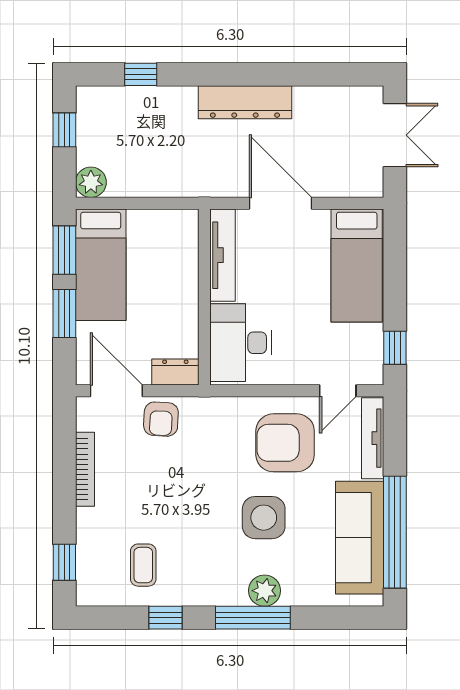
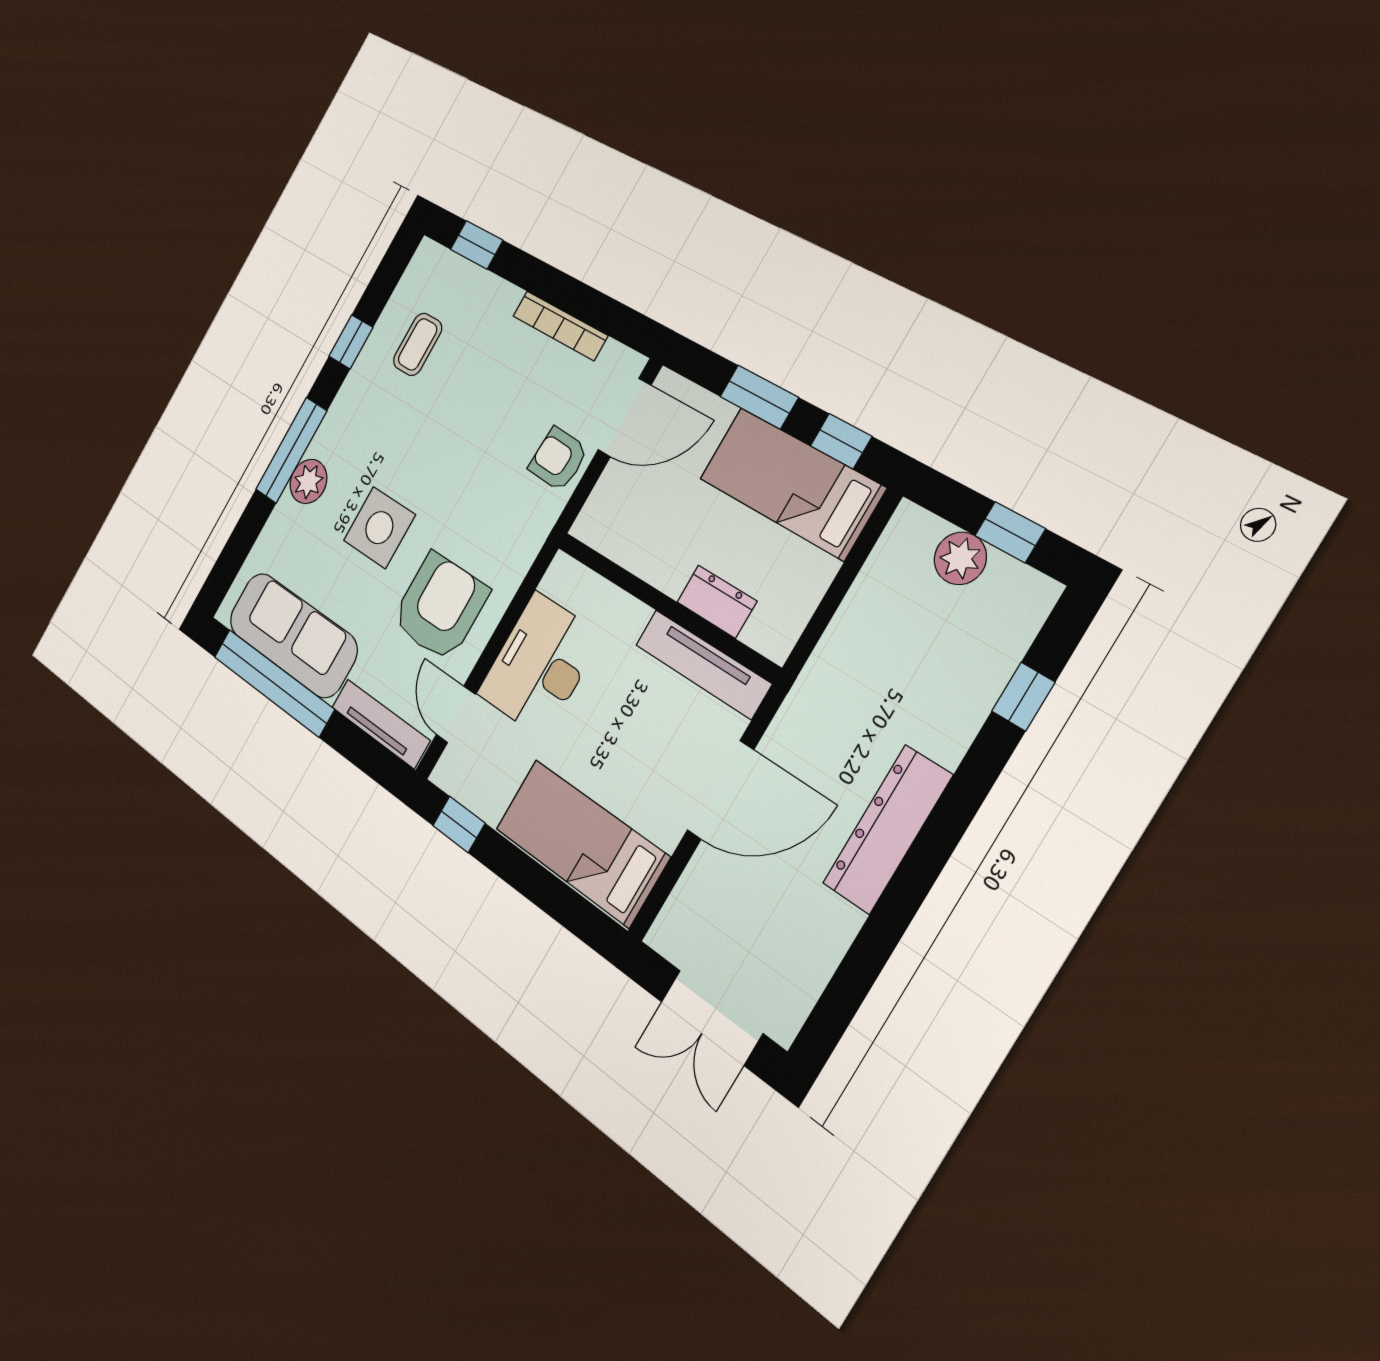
plant: (91, 182) -> (960, 558), moved
window: (64, 250) -> (841, 441), width x0.67
desk: (241, 343) -> (540, 665), moved, turned -90
dresser: (175, 372) -> (717, 602), moved, turned -90
coffee table: (143, 565) -> (418, 344), turned 90

